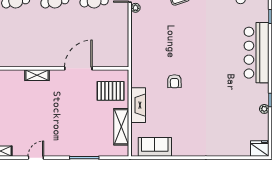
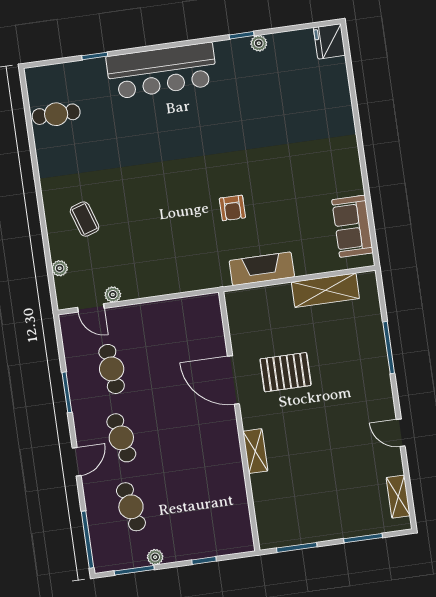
armchair: (174, 81) -> (232, 208), turned 91
pallet: (111, 91) -> (286, 372), moved, turned 90
fireplace: (138, 105) -> (262, 269), moved

